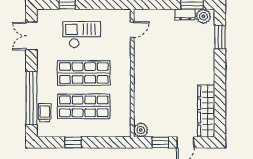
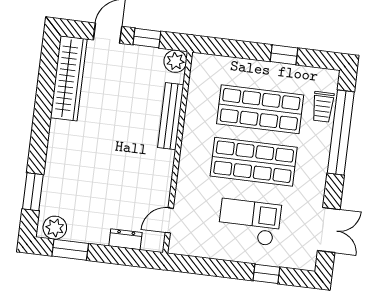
dresser: (185, 14) -> (125, 239), moved
checkout: (82, 35) -> (249, 222), turned 180
bench: (139, 95) -> (171, 116), added

